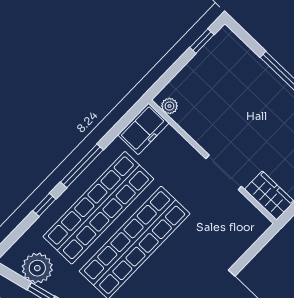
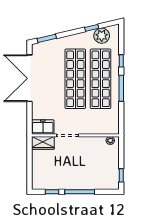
freezer: (143, 129) -> (43, 127), moved, turned 90

